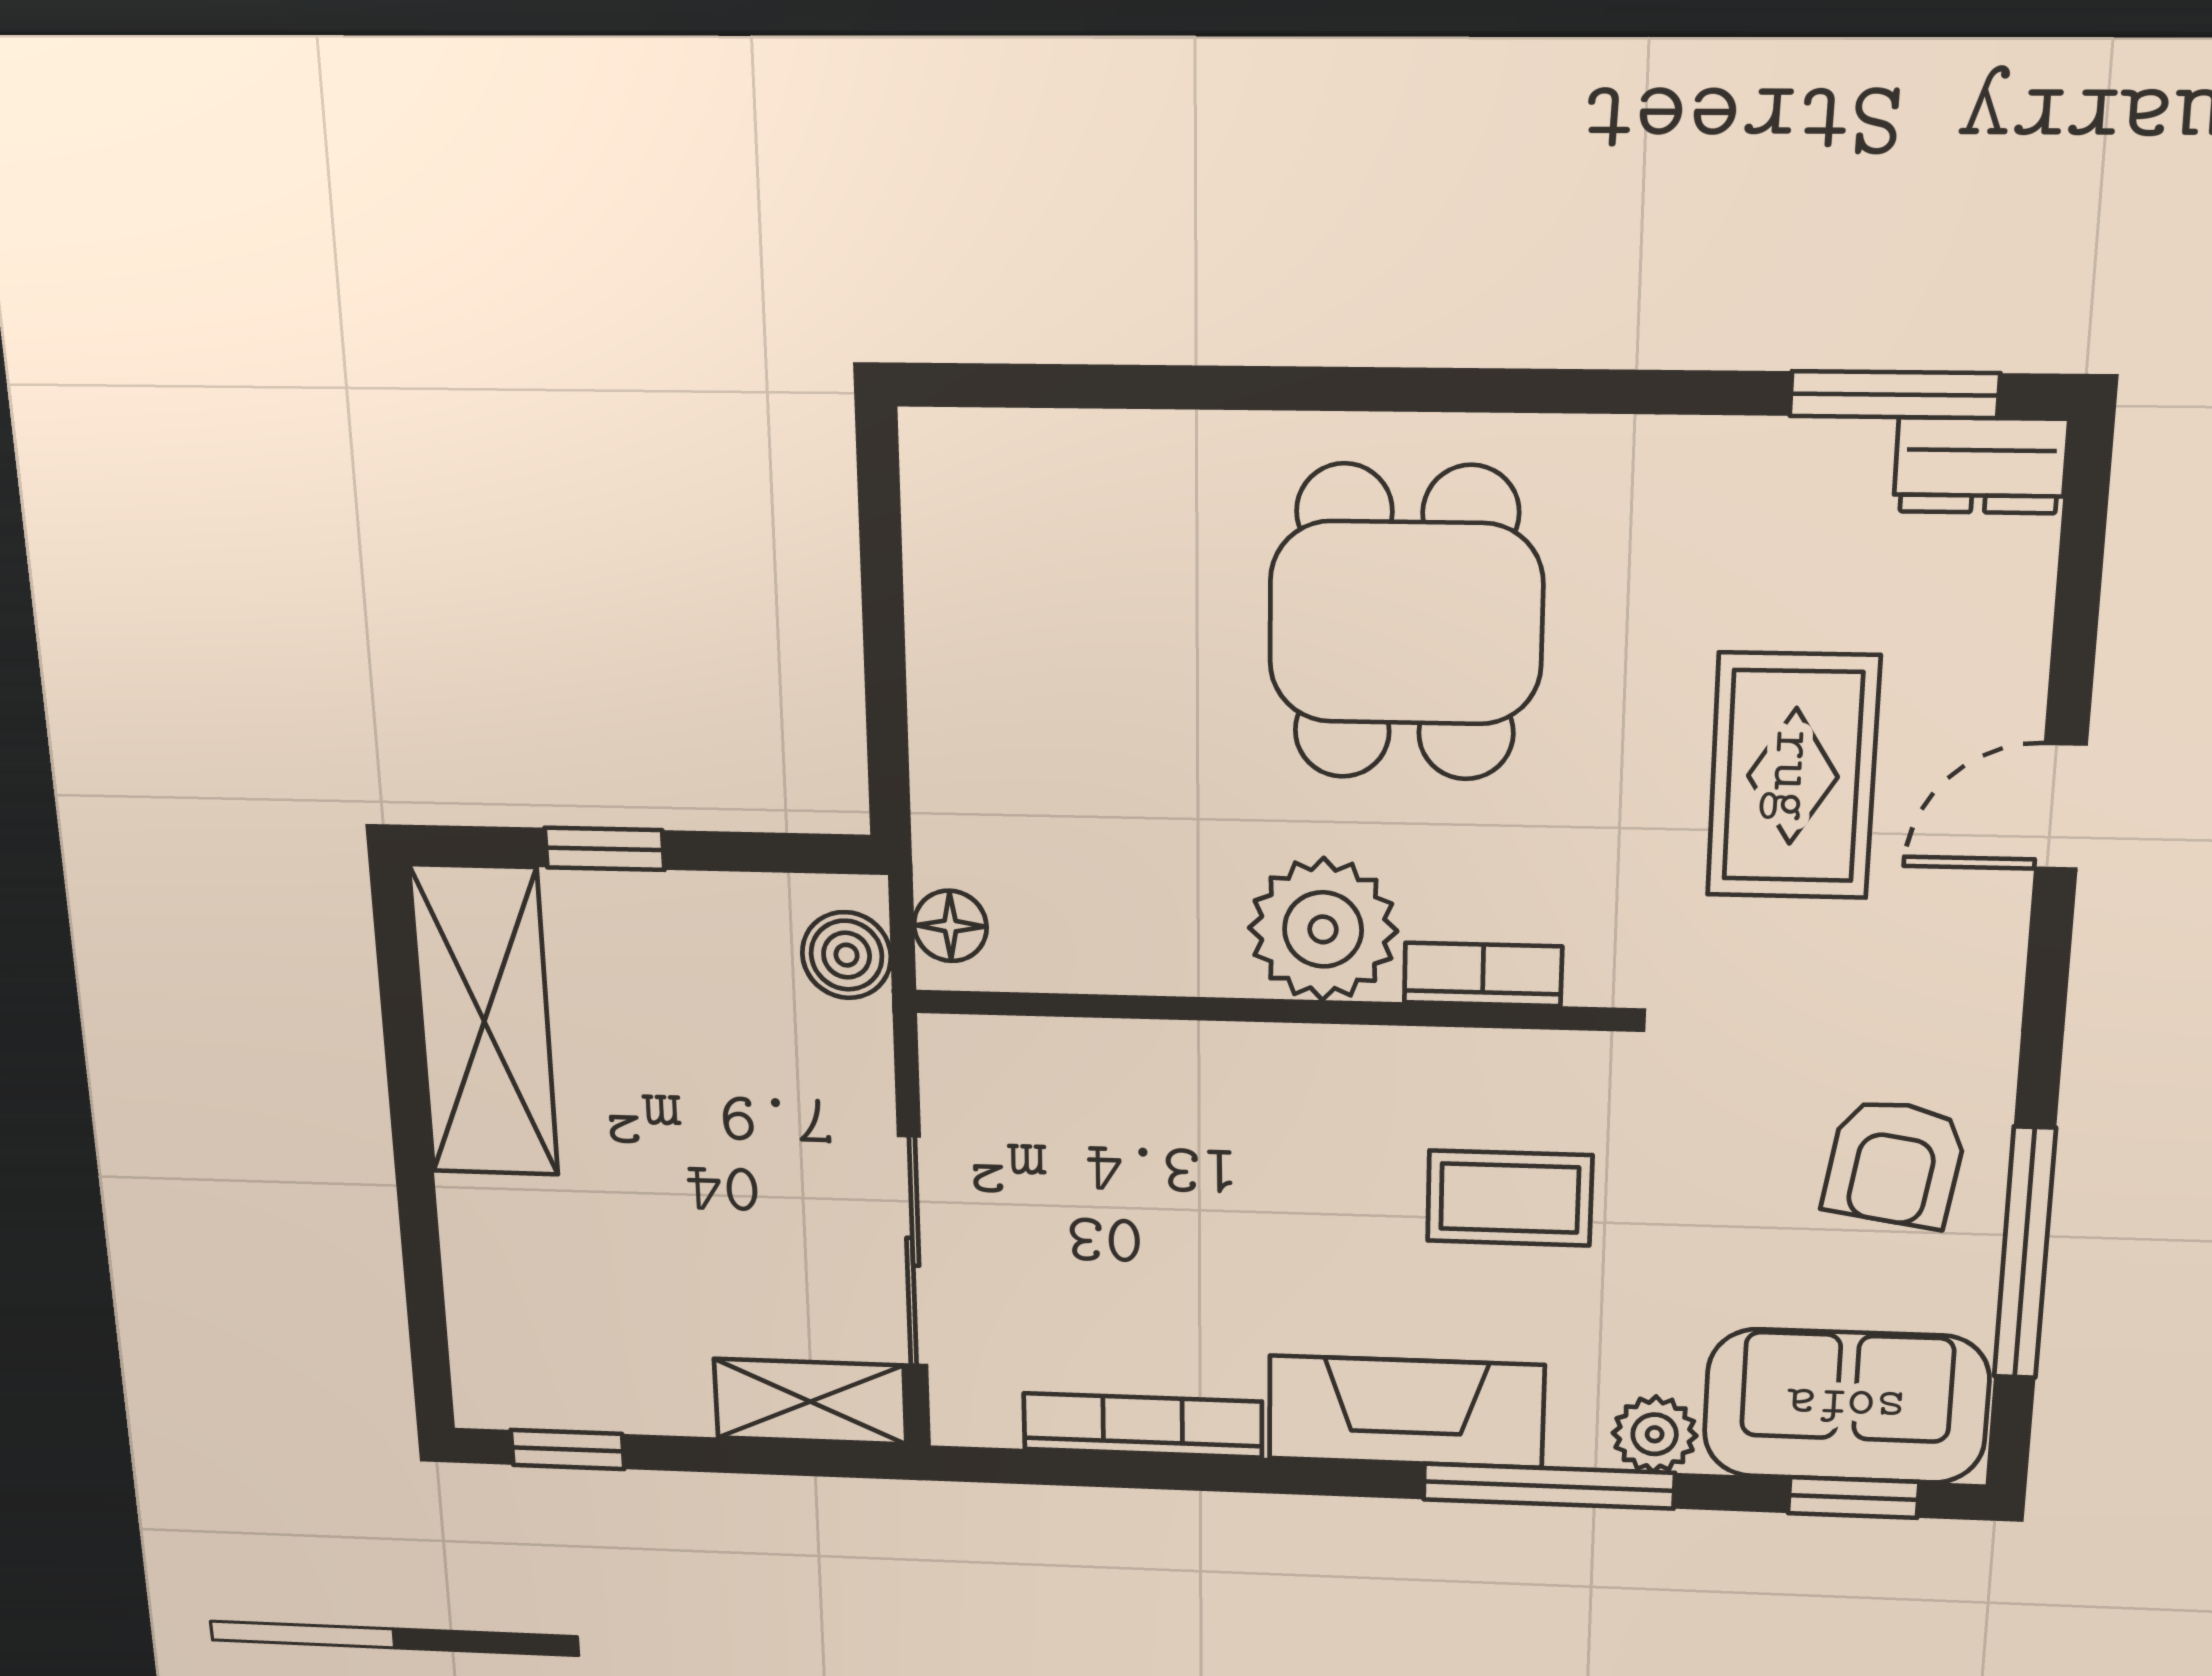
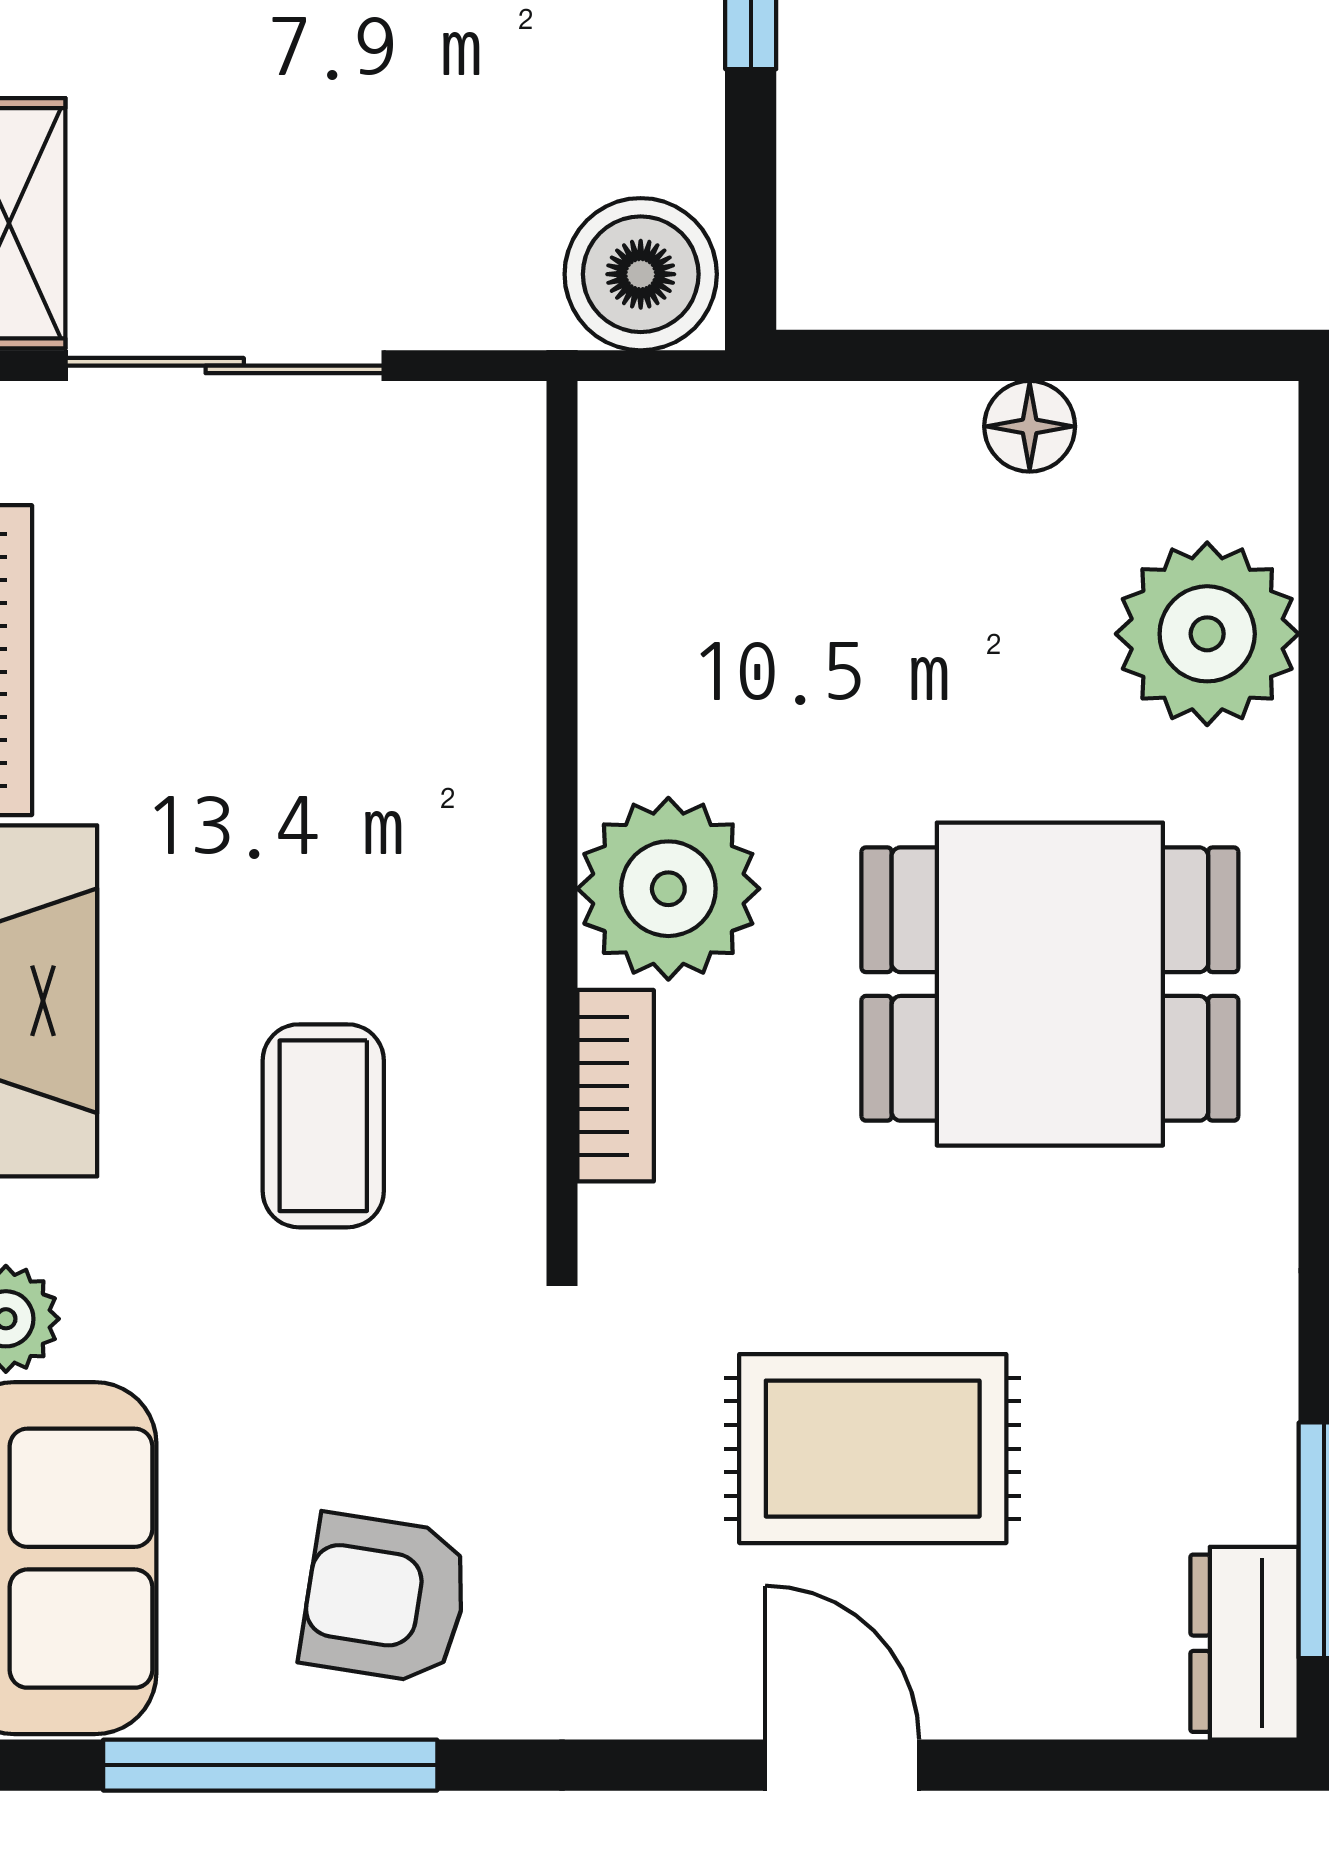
plant: (1111, 487) -> (1207, 634), added
floor lamp: (950, 926) -> (1030, 426), moved
boiler: (847, 955) -> (641, 274), width x1.36, depth x1.36

